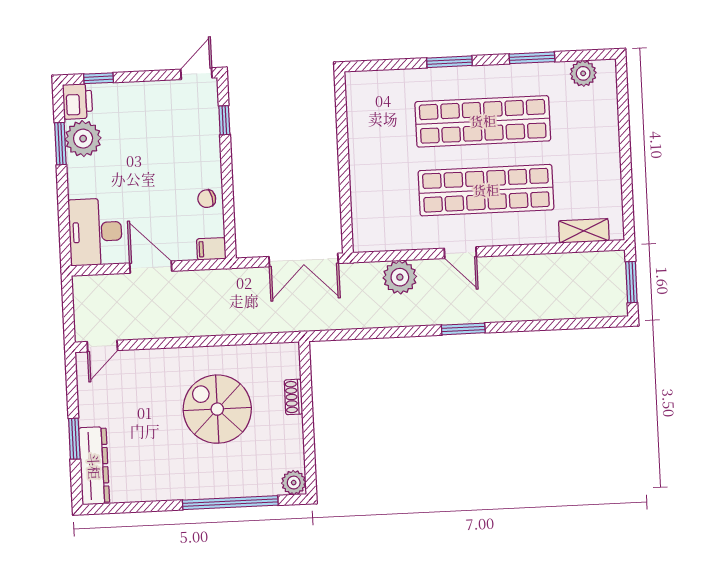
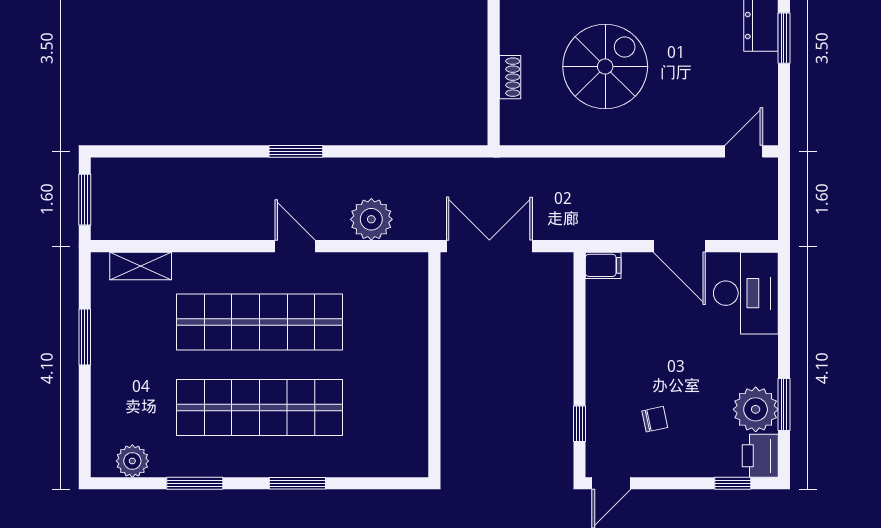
window: (626, 171) -> (85, 337), added
chair: (207, 199) -> (655, 419), moved
spiral stairs: (217, 409) -> (605, 67), turned -90

